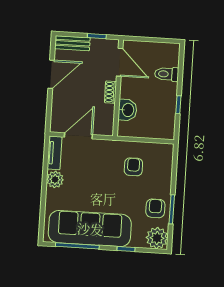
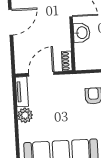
shoe rack: (110, 92) -> (67, 61), moved
washbasin: (127, 110) -> (82, 33), moved

